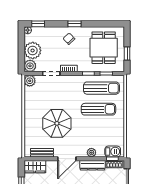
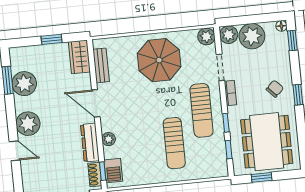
dining table: (104, 48) -> (267, 142), width x1.38
sun lounger: (101, 88) -> (201, 110), moved
parasol: (57, 123) -> (159, 60), moved

